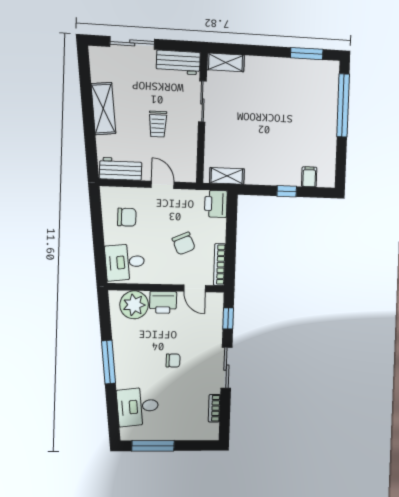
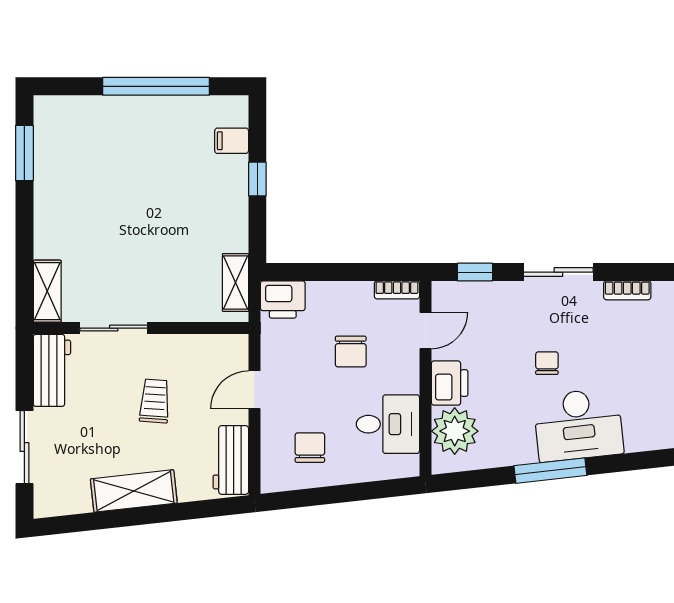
window: (343, 105) -> (156, 86), moved
trolley: (158, 124) -> (155, 401), turned -86
chair: (184, 243) -> (351, 352), turned 113
desk: (125, 262) -> (388, 424), moved, turned -84
bookcase: (219, 265) -> (397, 290), width x0.64
desk: (138, 407) -> (578, 425), moved, width x1.37

